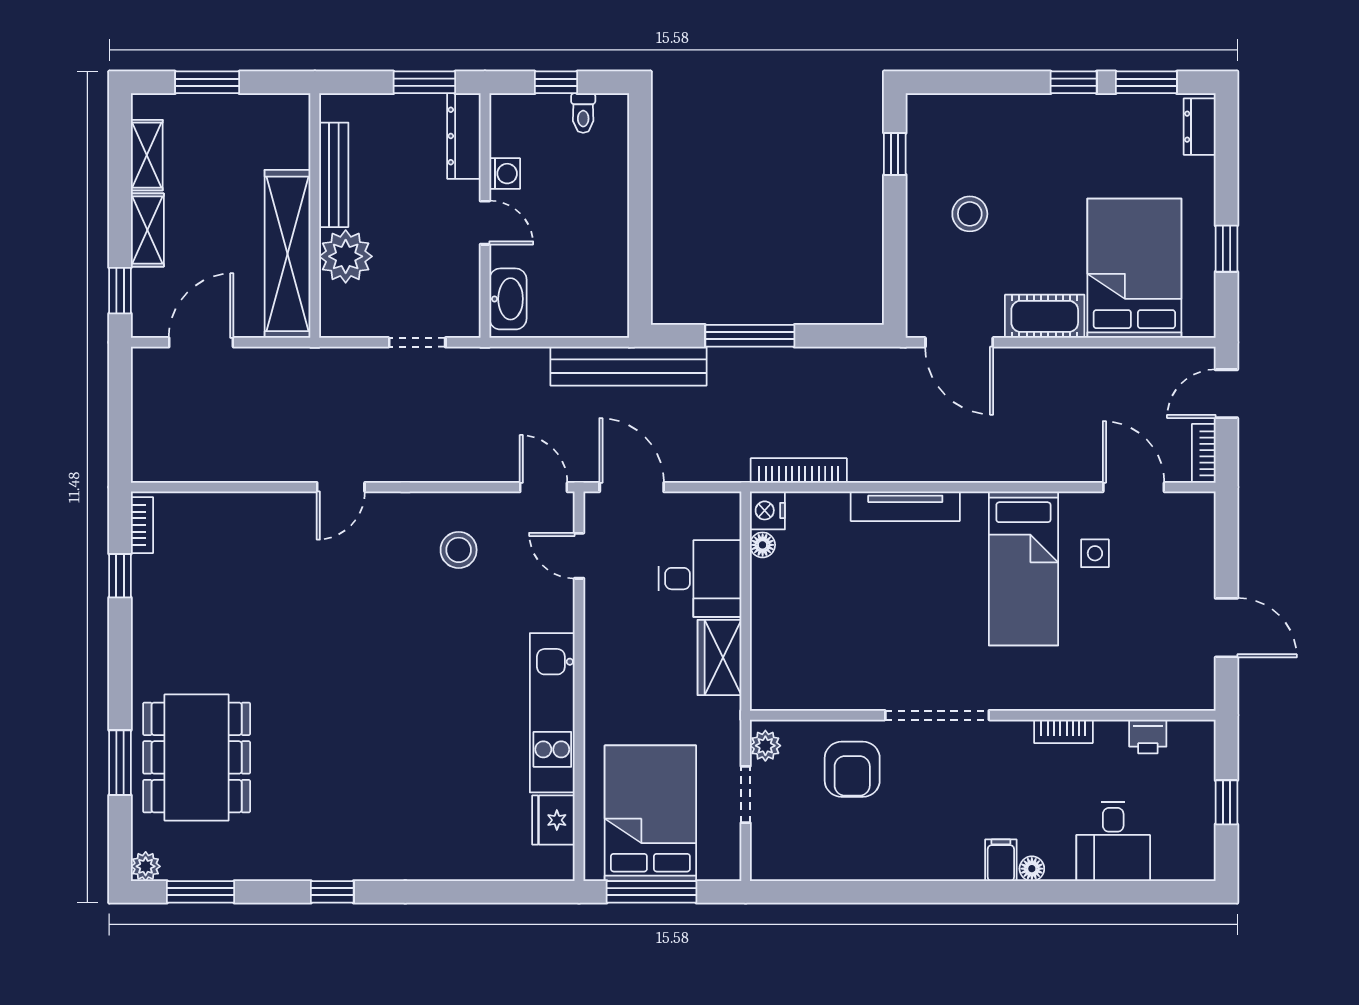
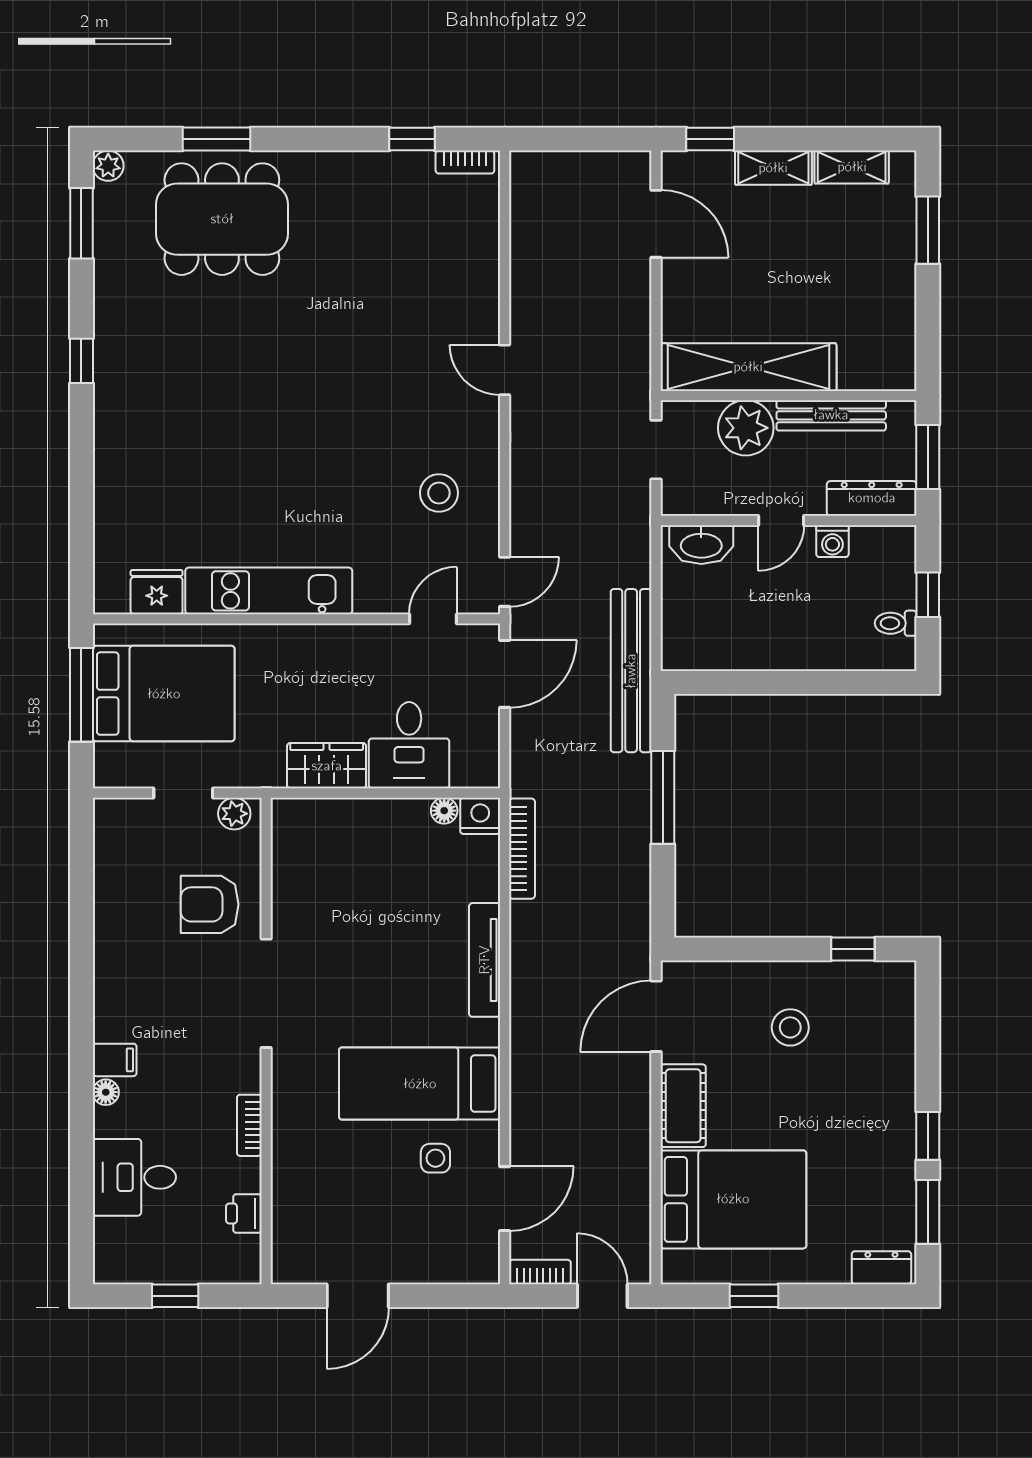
bench: (334, 175) -> (831, 415), moved
wall: (315, 216) -> (788, 396), moved
shelving: (288, 254) -> (748, 367), moved
plant: (346, 256) -> (746, 428), moved

